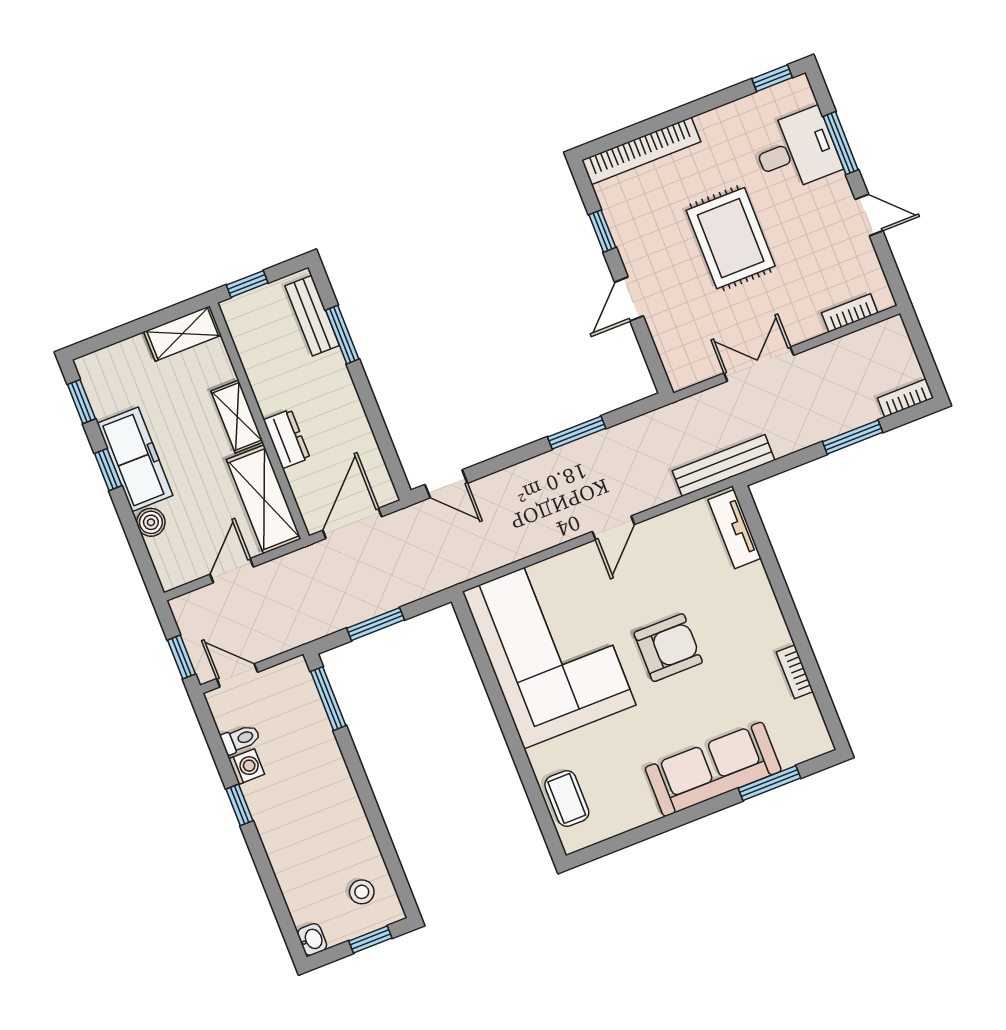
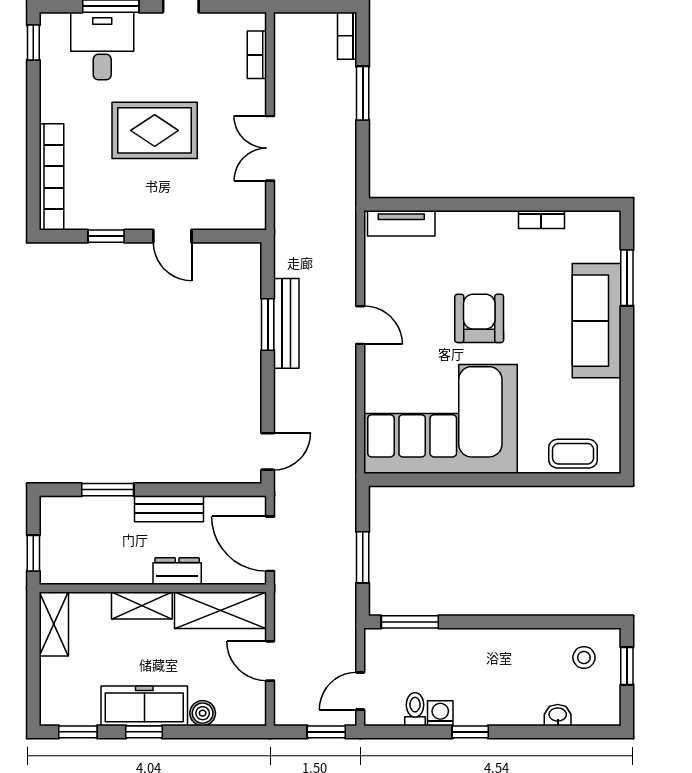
bench: (312, 316) -> (169, 509), moved
bench: (724, 466) -> (286, 323), moved
washbasin: (312, 939) -> (558, 715), moved

